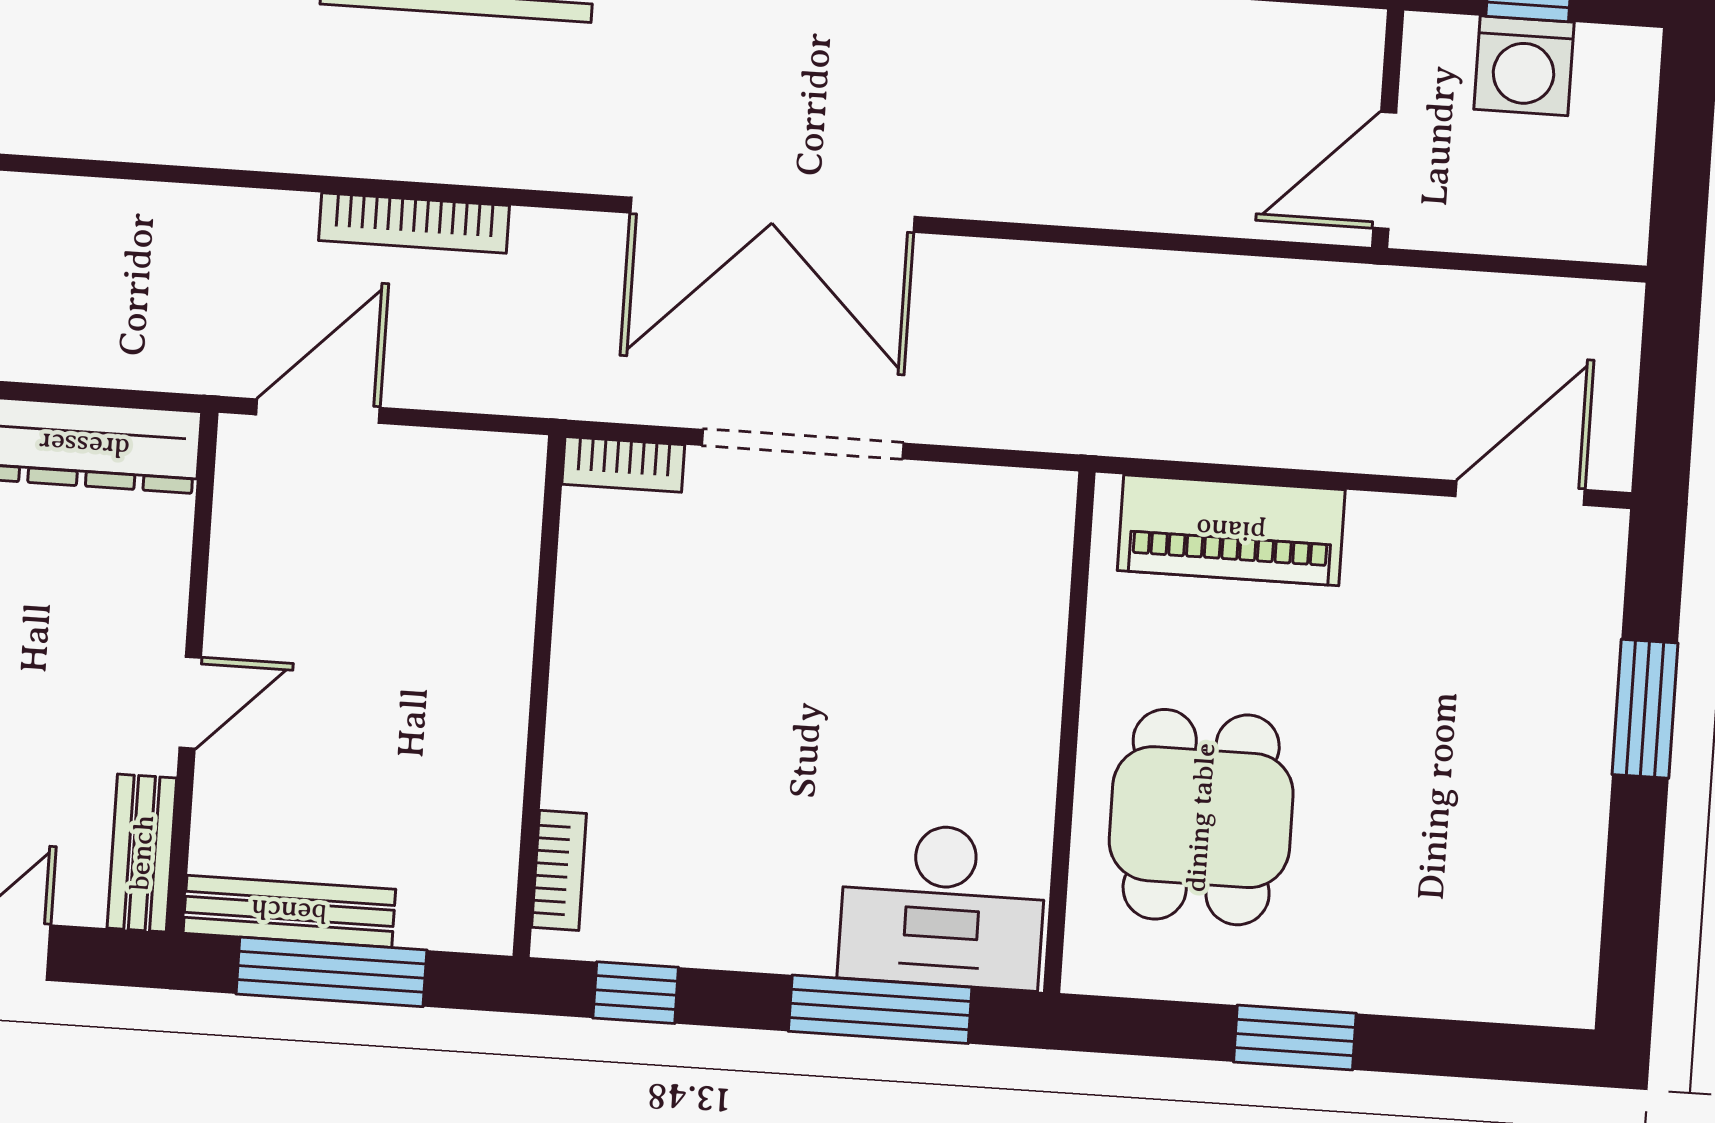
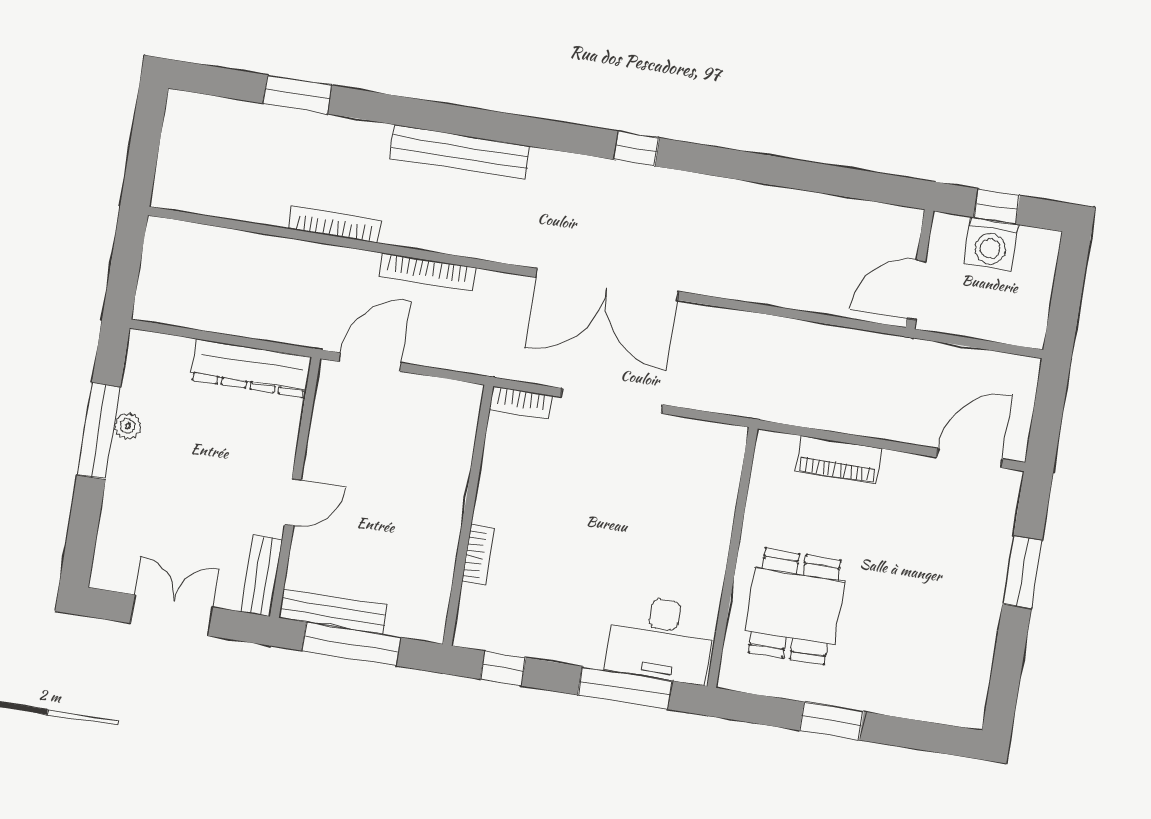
bookcase: (223, 146) -> (335, 225), added
piano: (1231, 530) -> (839, 460), width x0.73, depth x0.75
bookcase: (559, 870) -> (478, 554), moved

